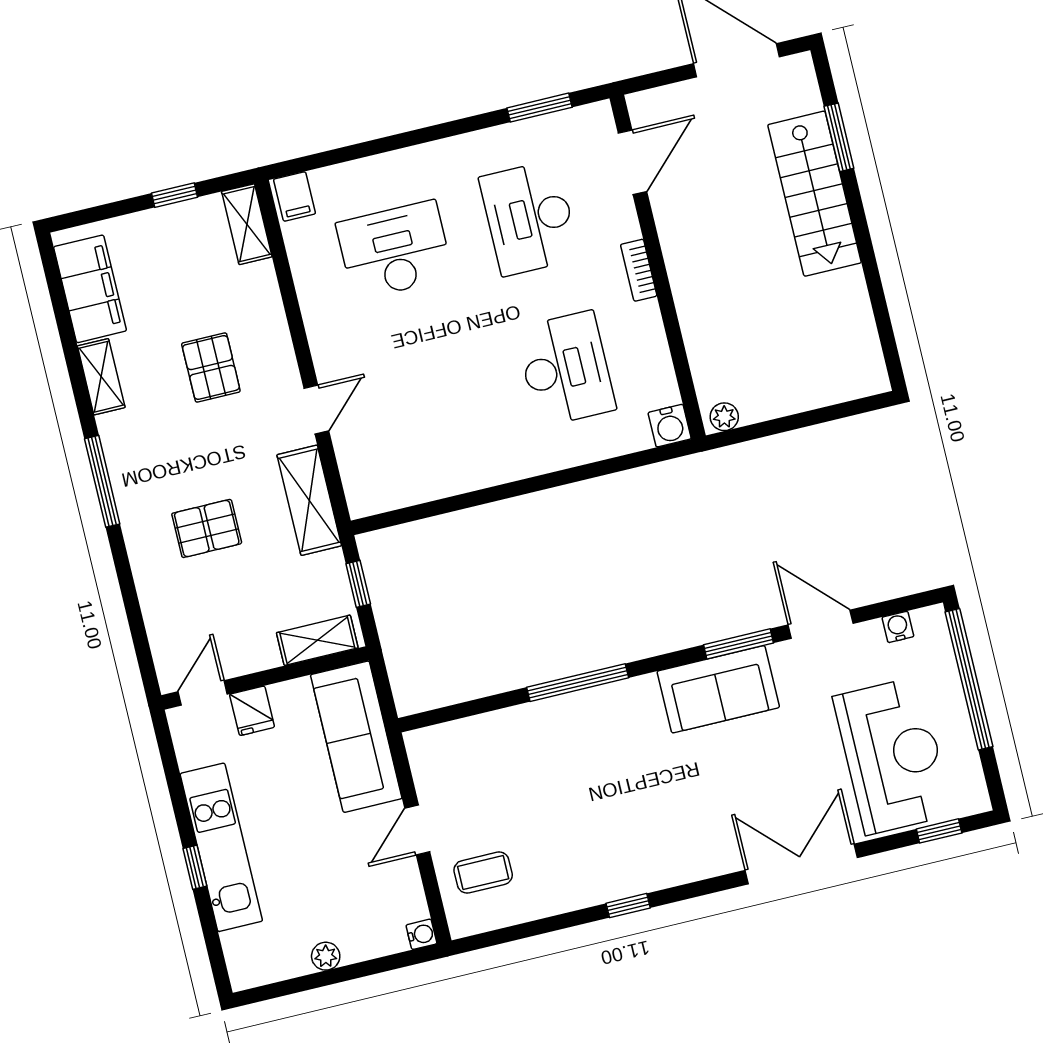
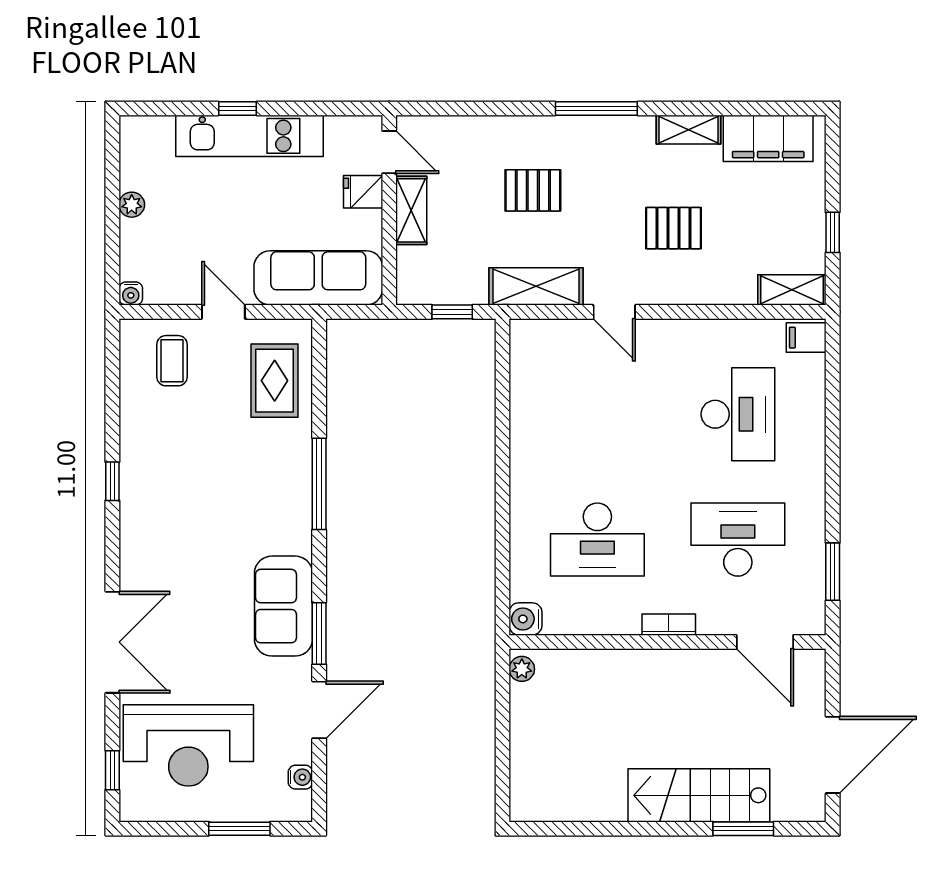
pallet: (207, 528) -> (533, 190), turned 90
shelving: (317, 640) -> (411, 210), moved
window: (969, 679) -> (239, 829), width x0.47
rug: (478, 757) -> (275, 381), added

